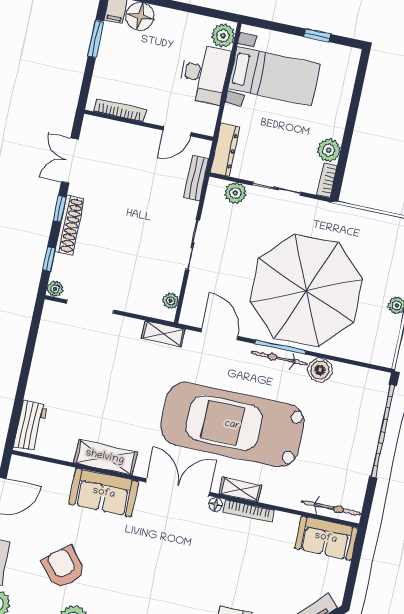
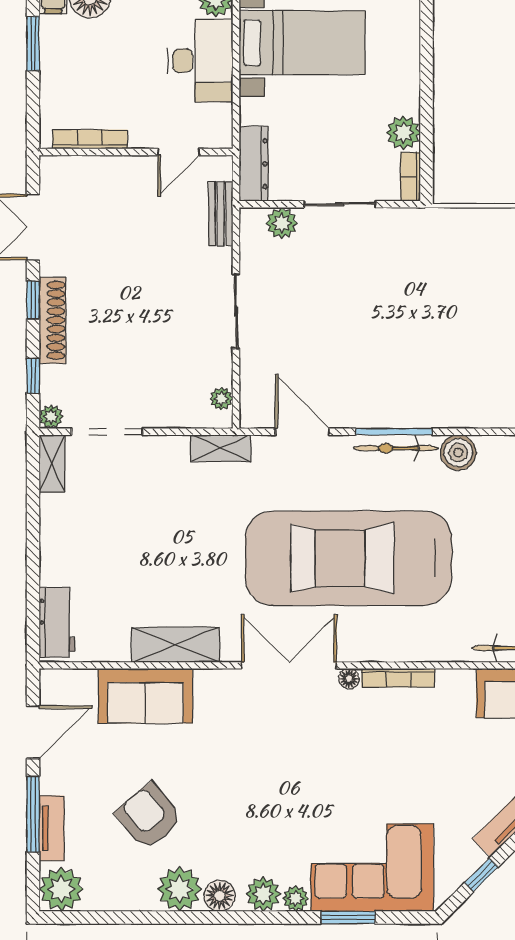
parasol: (306, 291) -> (414, 342), removed
shelving: (240, 489) -> (52, 463), moved, turned 90
sofa: (104, 493) -> (145, 696), moved

